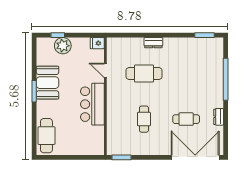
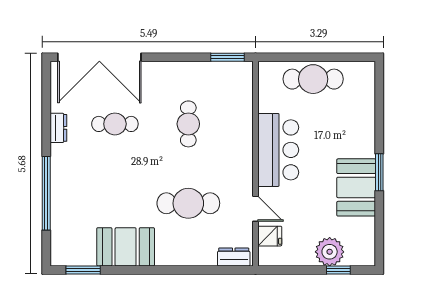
fridge: (97, 43) -> (270, 236), moved
dresser: (153, 43) -> (234, 257), moved
booth: (180, 48) -> (126, 247), added
cafe table: (46, 136) -> (313, 79), moved, turned 90

